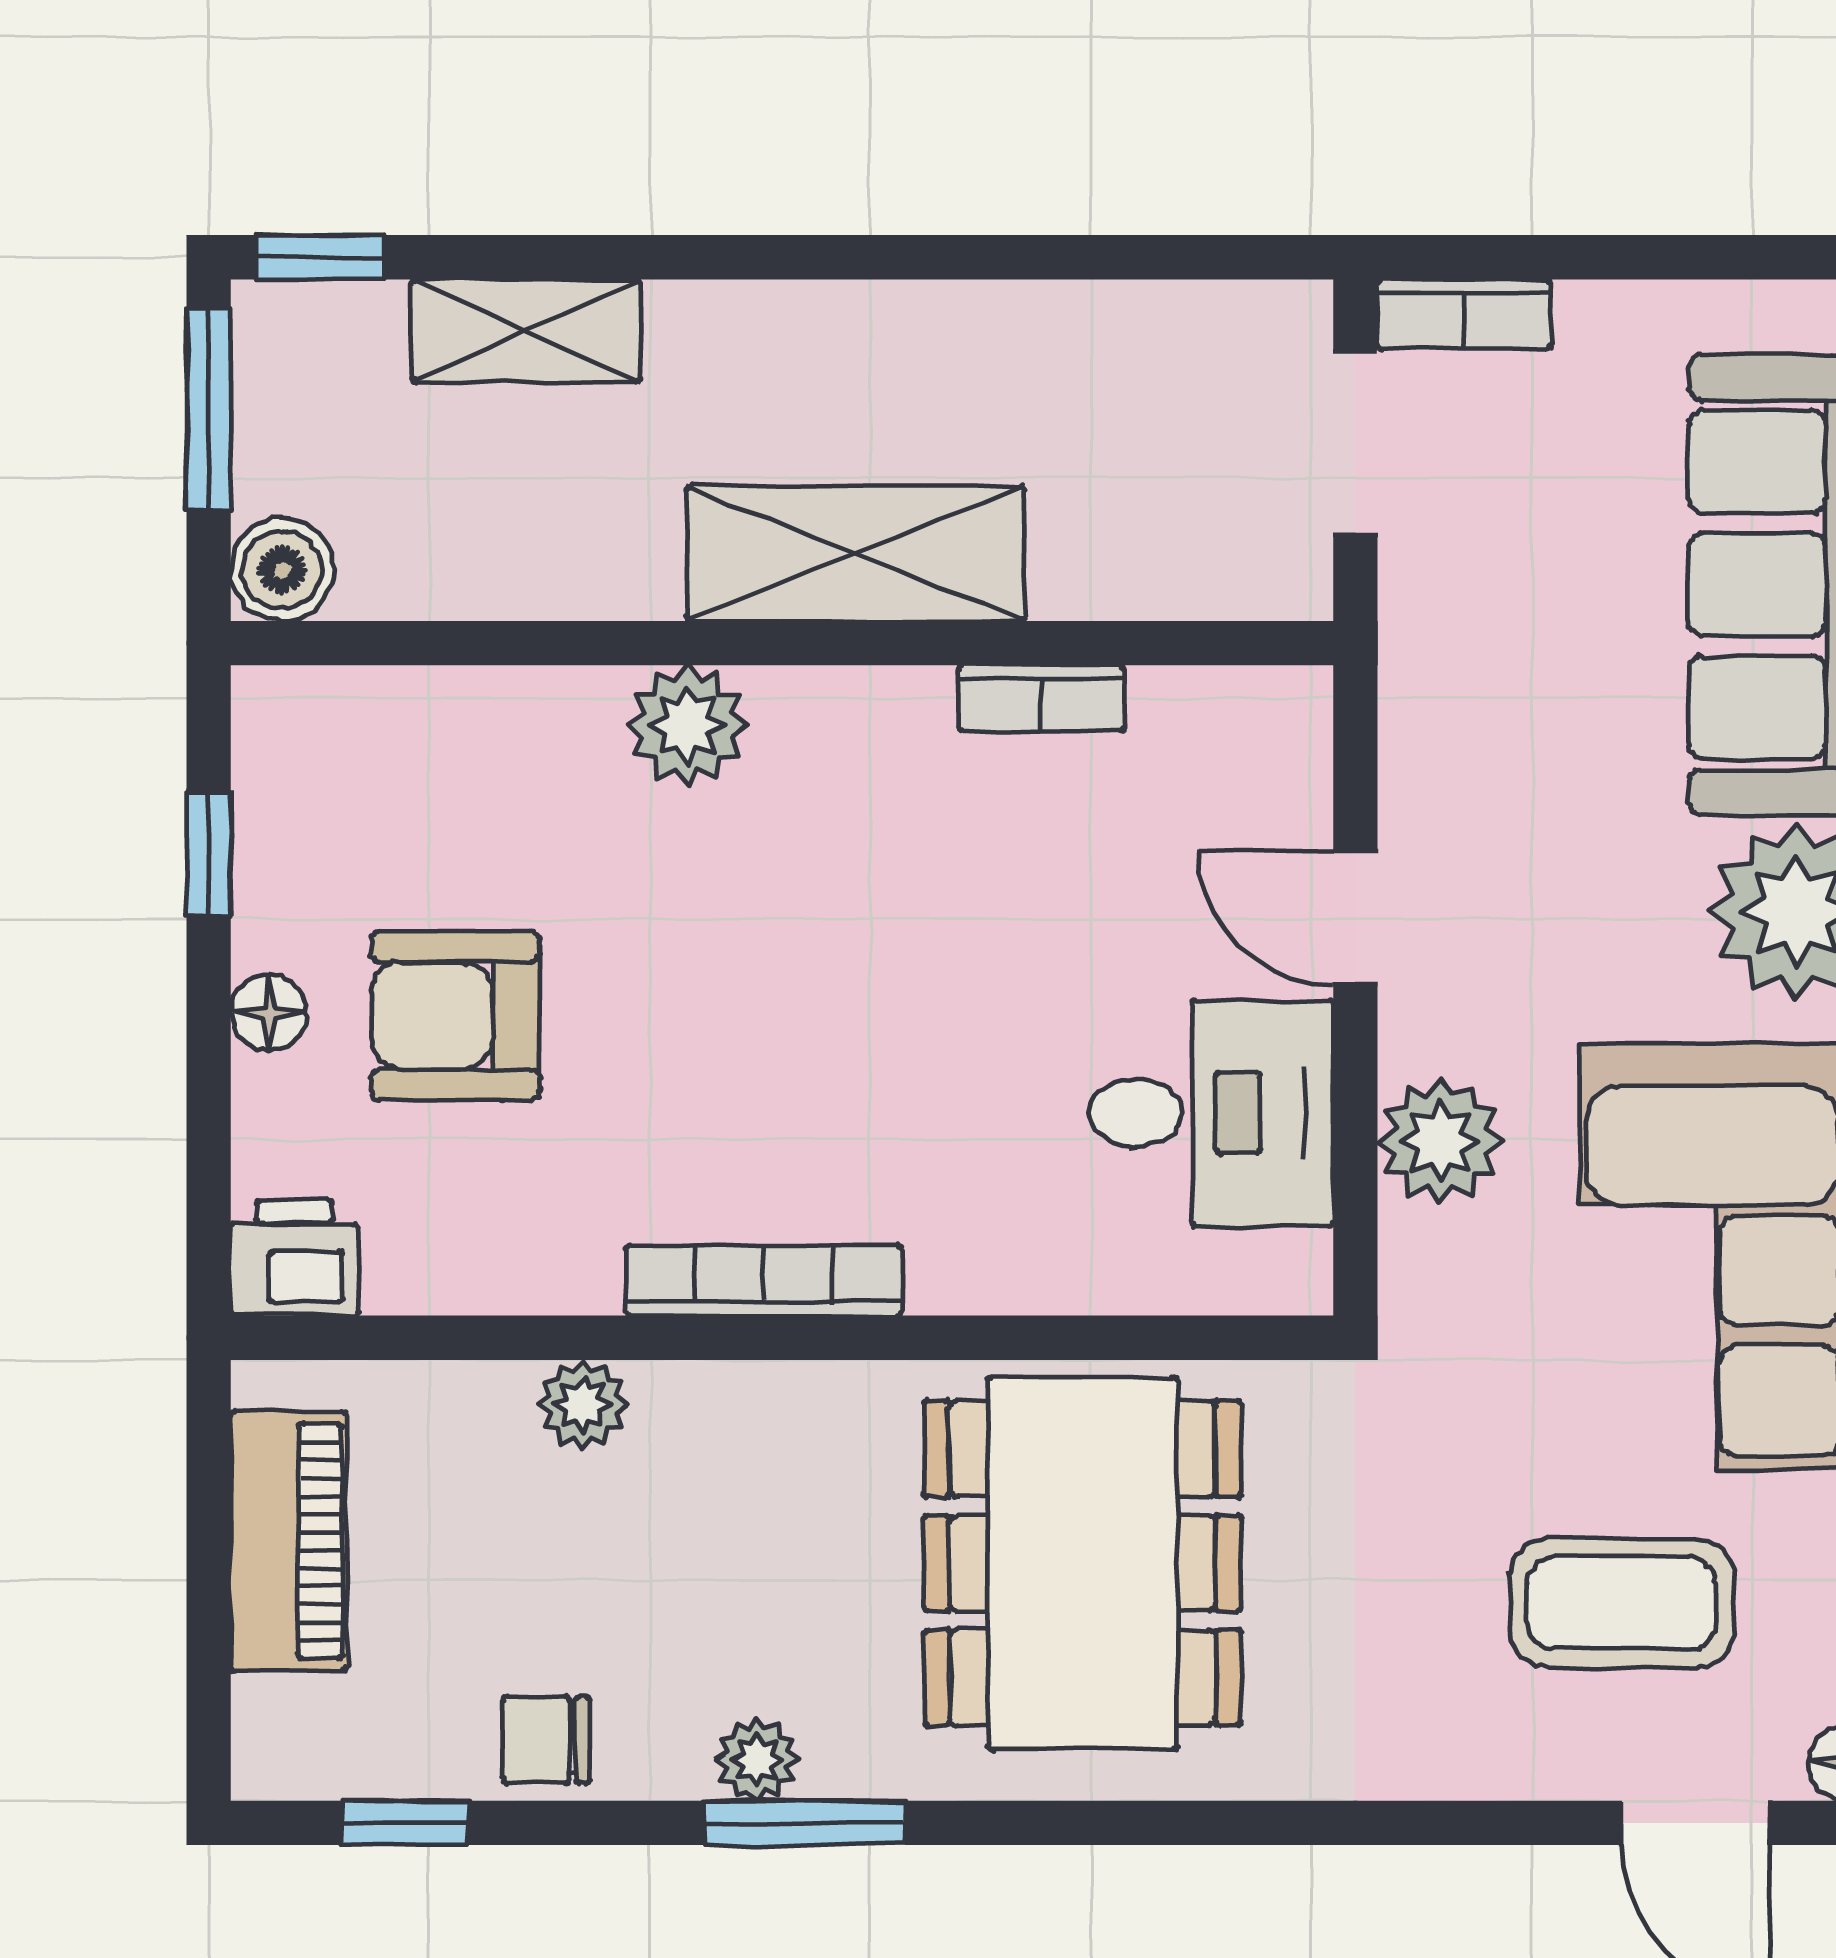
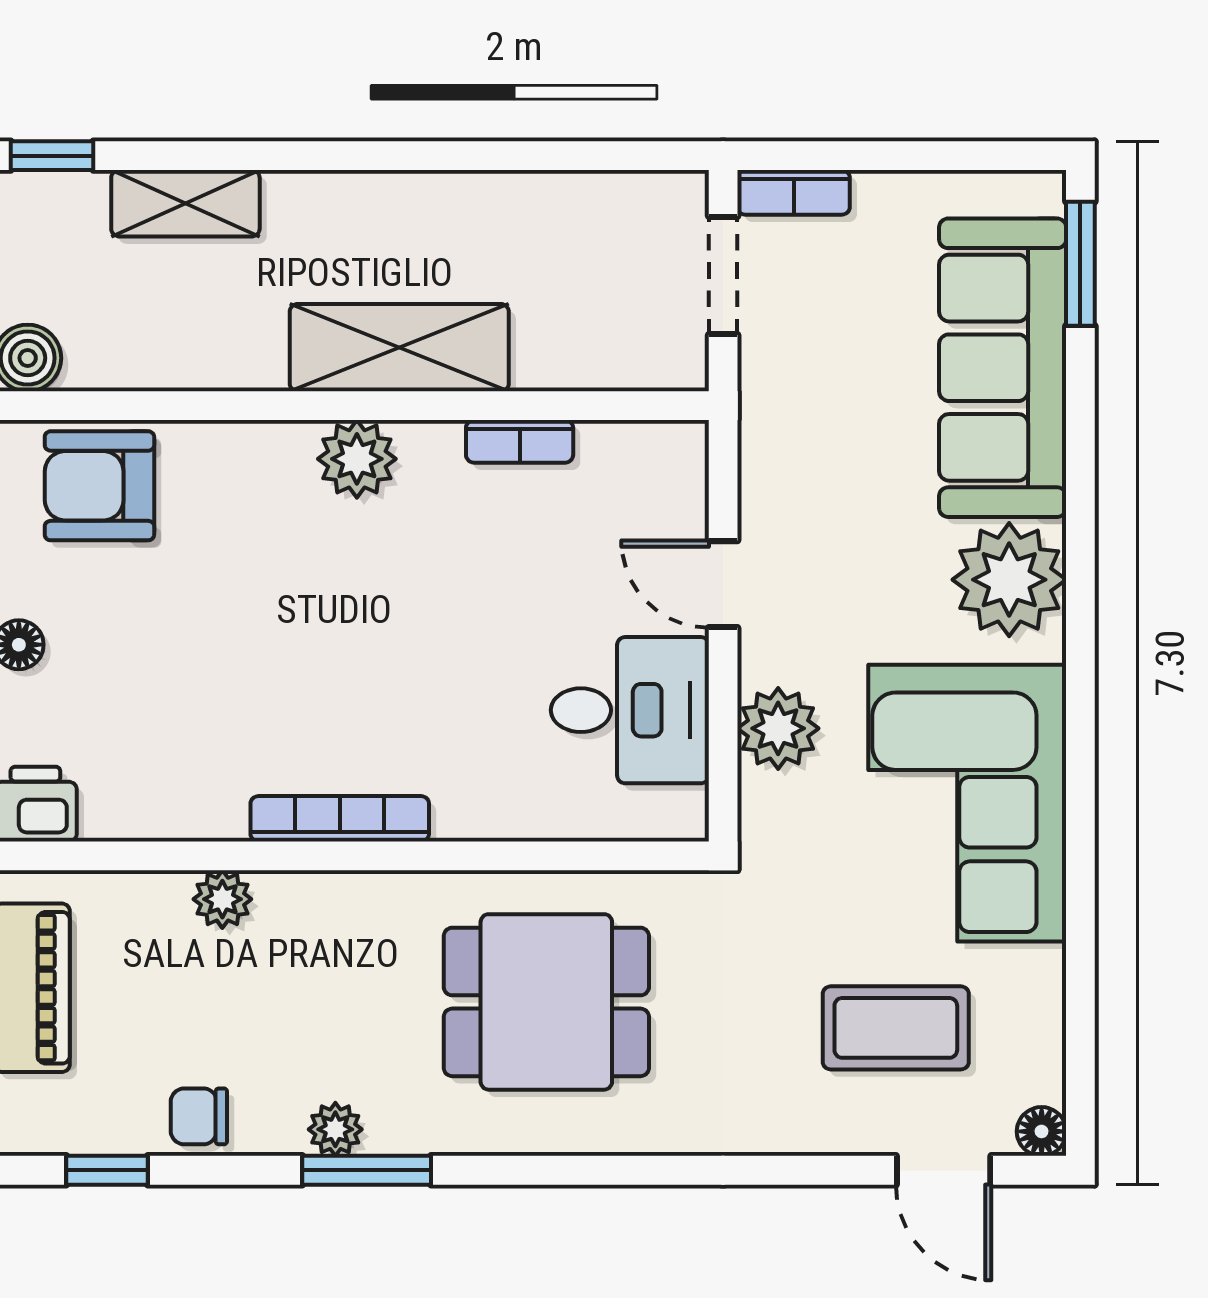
plant: (687, 725) -> (357, 459), moved
armchair: (455, 1016) -> (99, 486), moved
dining table: (1083, 1563) -> (546, 1002), width x0.73

